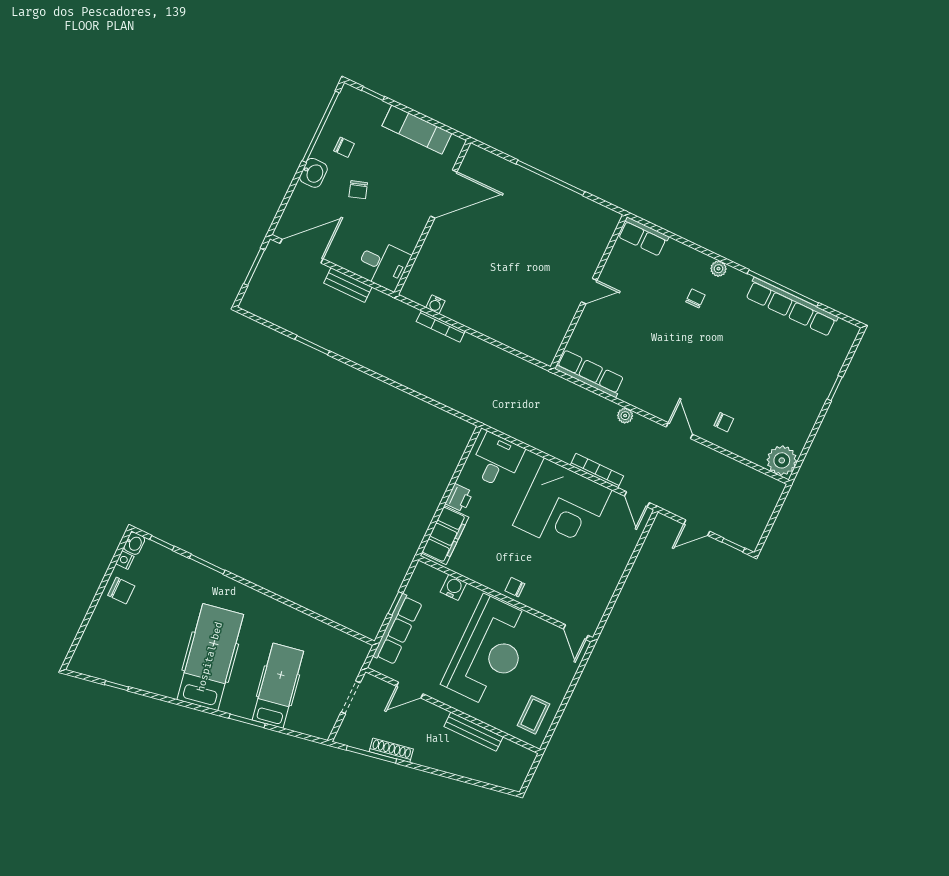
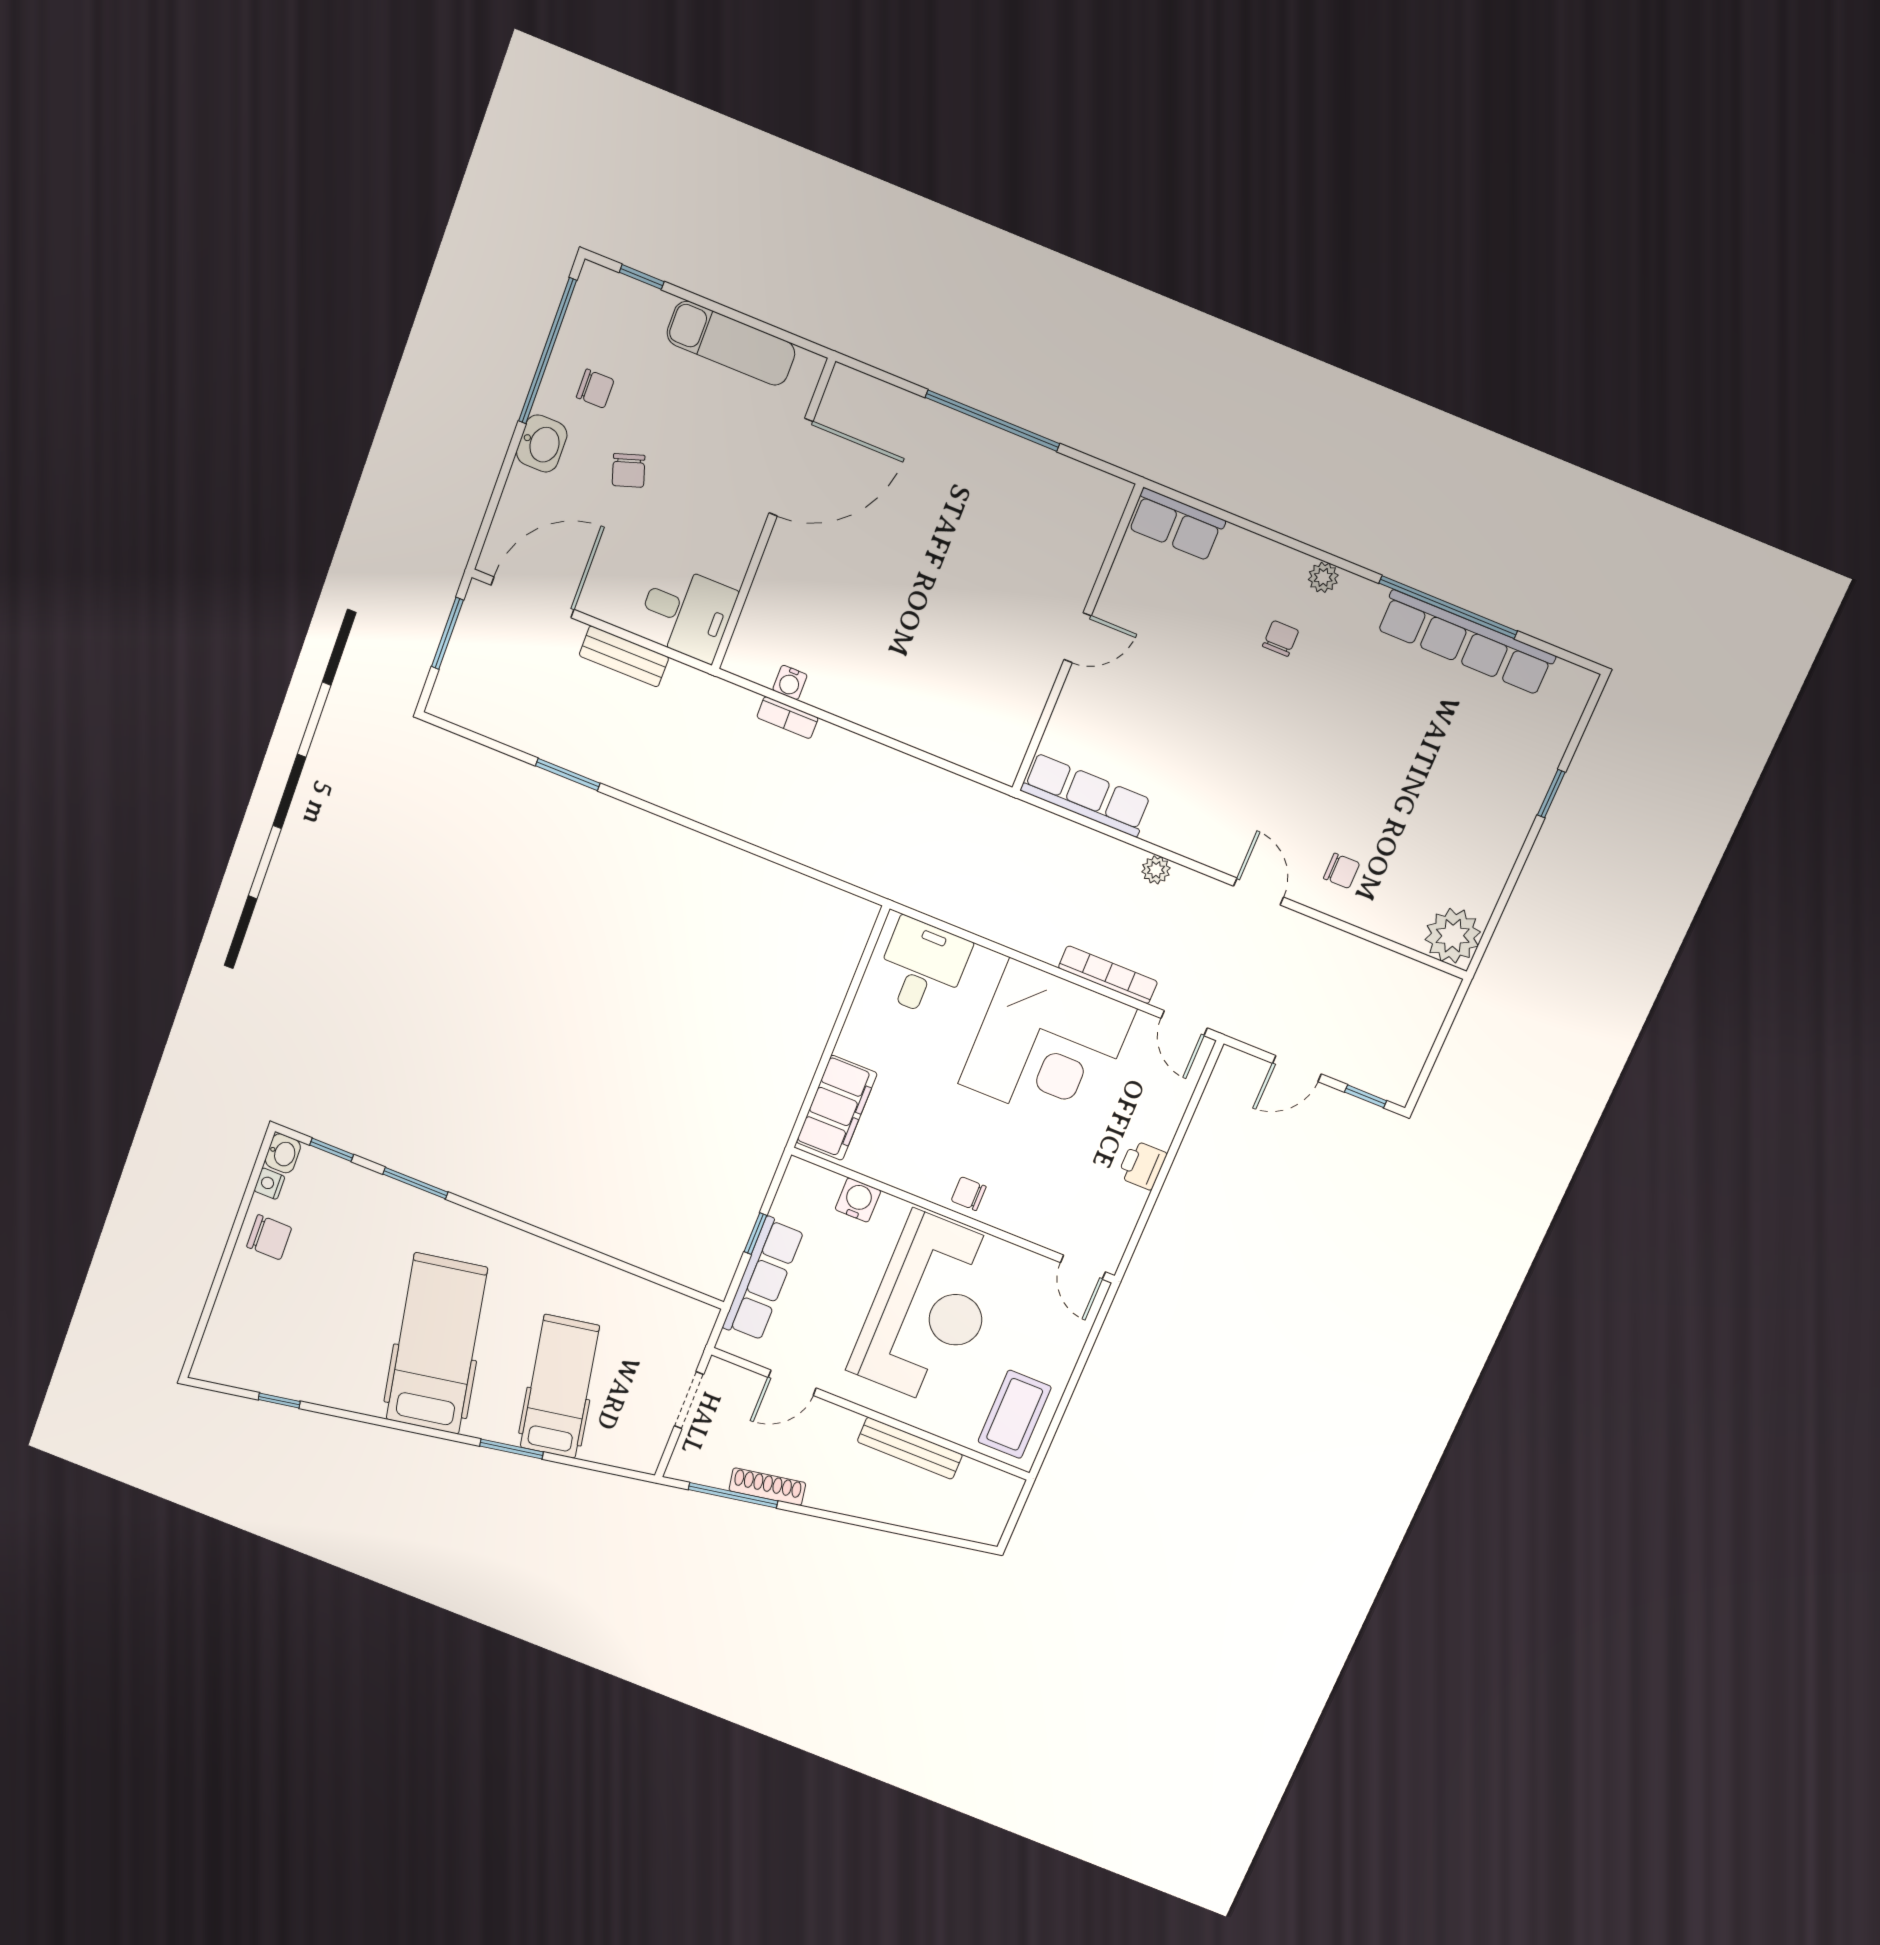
bookcase: (441, 326) -> (787, 718), width x0.64
printer: (459, 498) -> (1142, 1165), moved, turned 180
coffee table: (533, 715) -> (1015, 1414), width x1.36, depth x1.30

